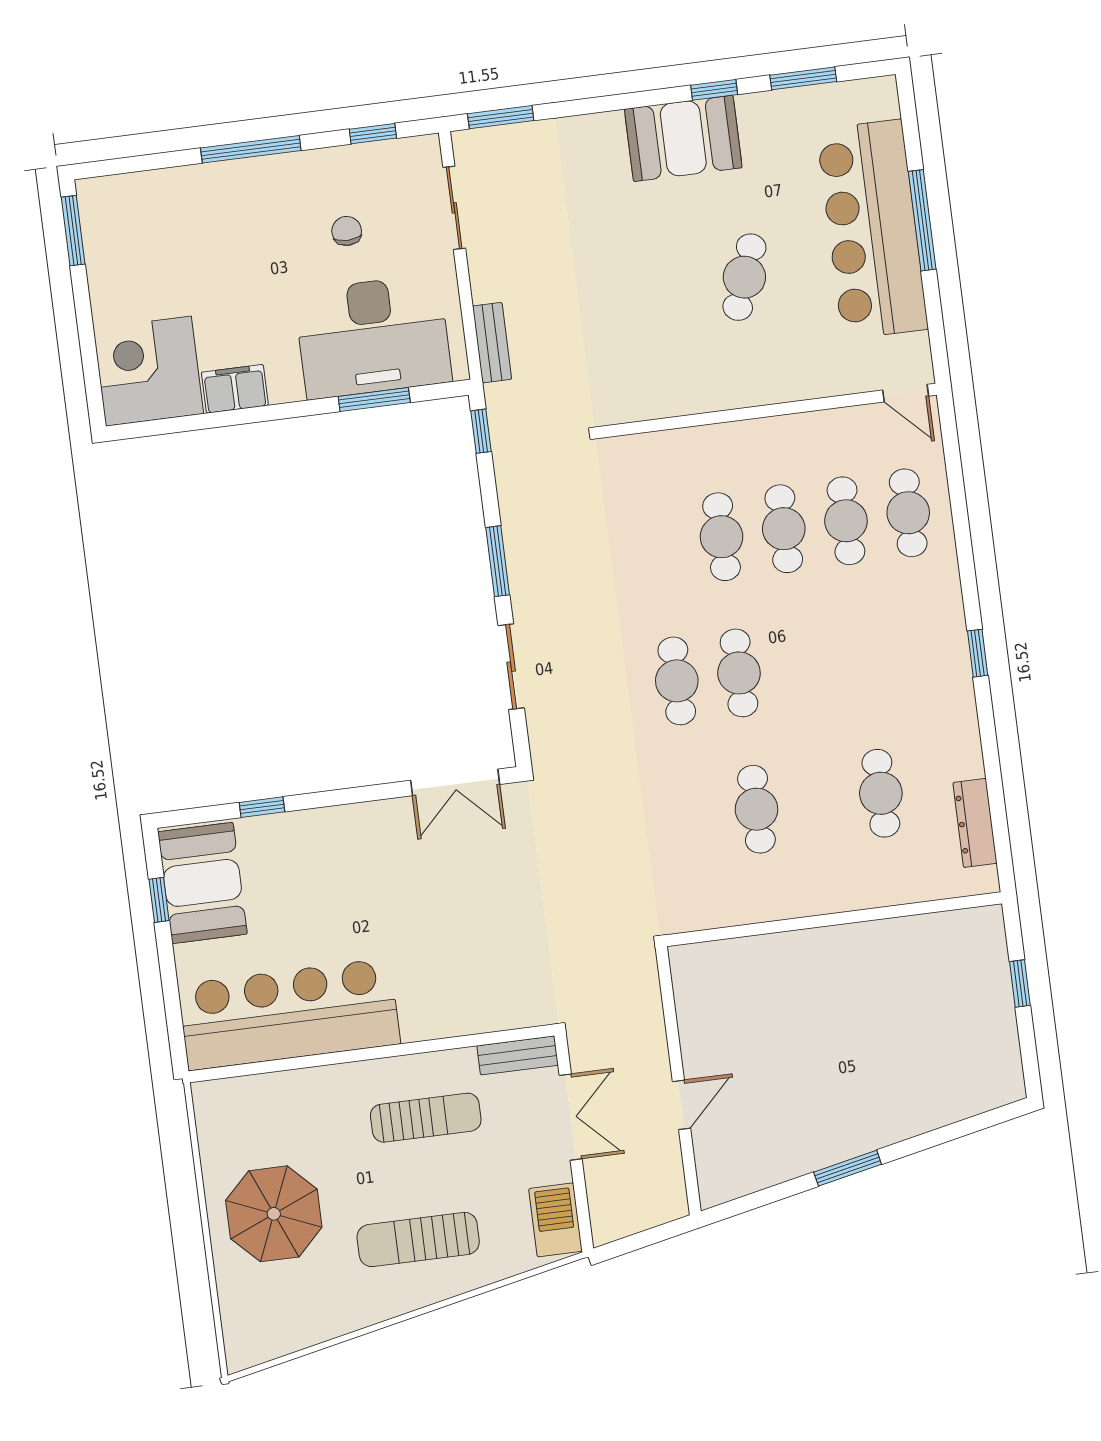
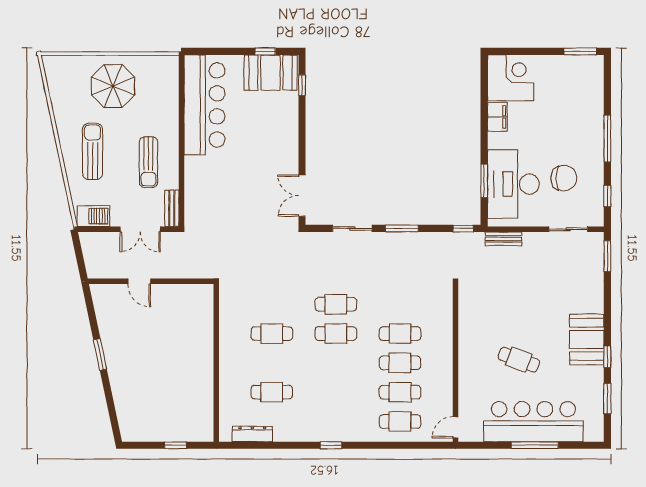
chair: (347, 231) -> (564, 178), width x1.87, depth x1.87
window: (262, 807) -> (302, 85), moved

